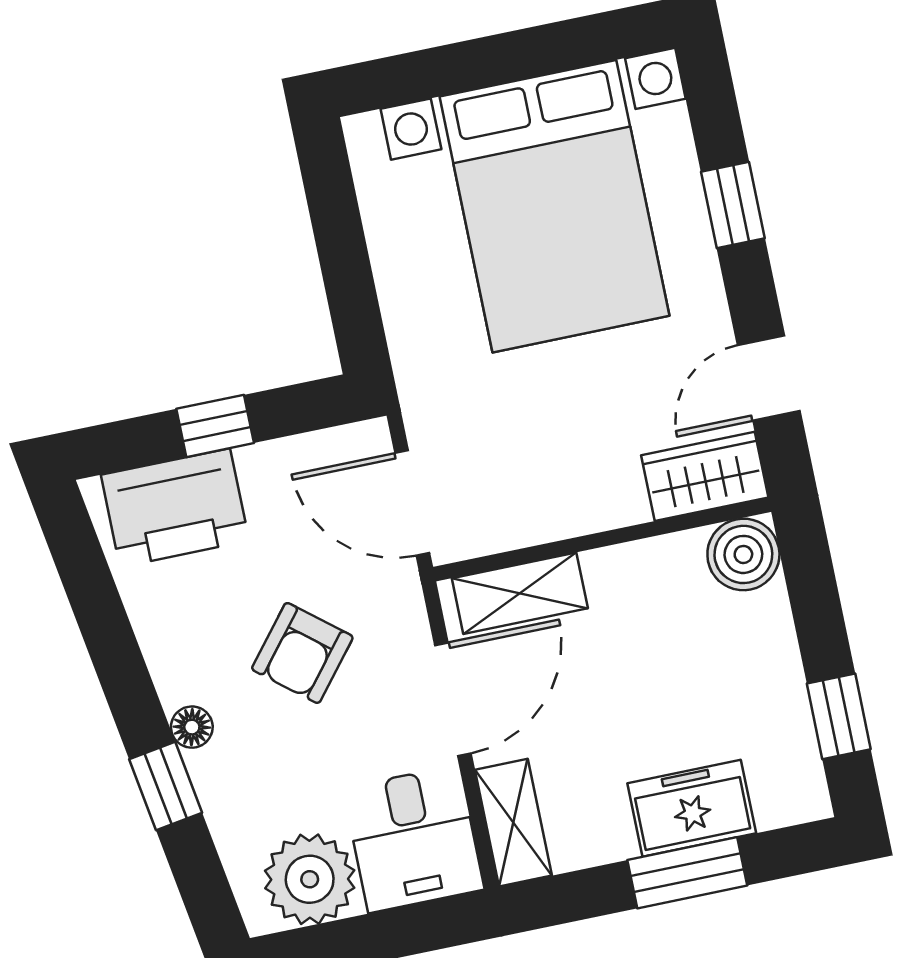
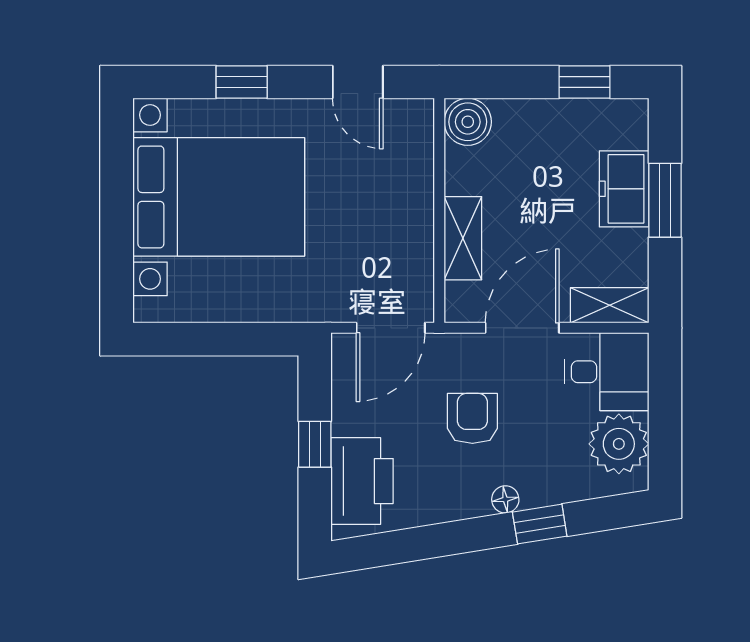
wardrobe: (705, 476) -> (412, 136), removed
shelving: (520, 593) -> (463, 238), moved
armchair: (302, 653) -> (472, 418), turned -129
door: (453, 699) -> (522, 328), hinge flipped

